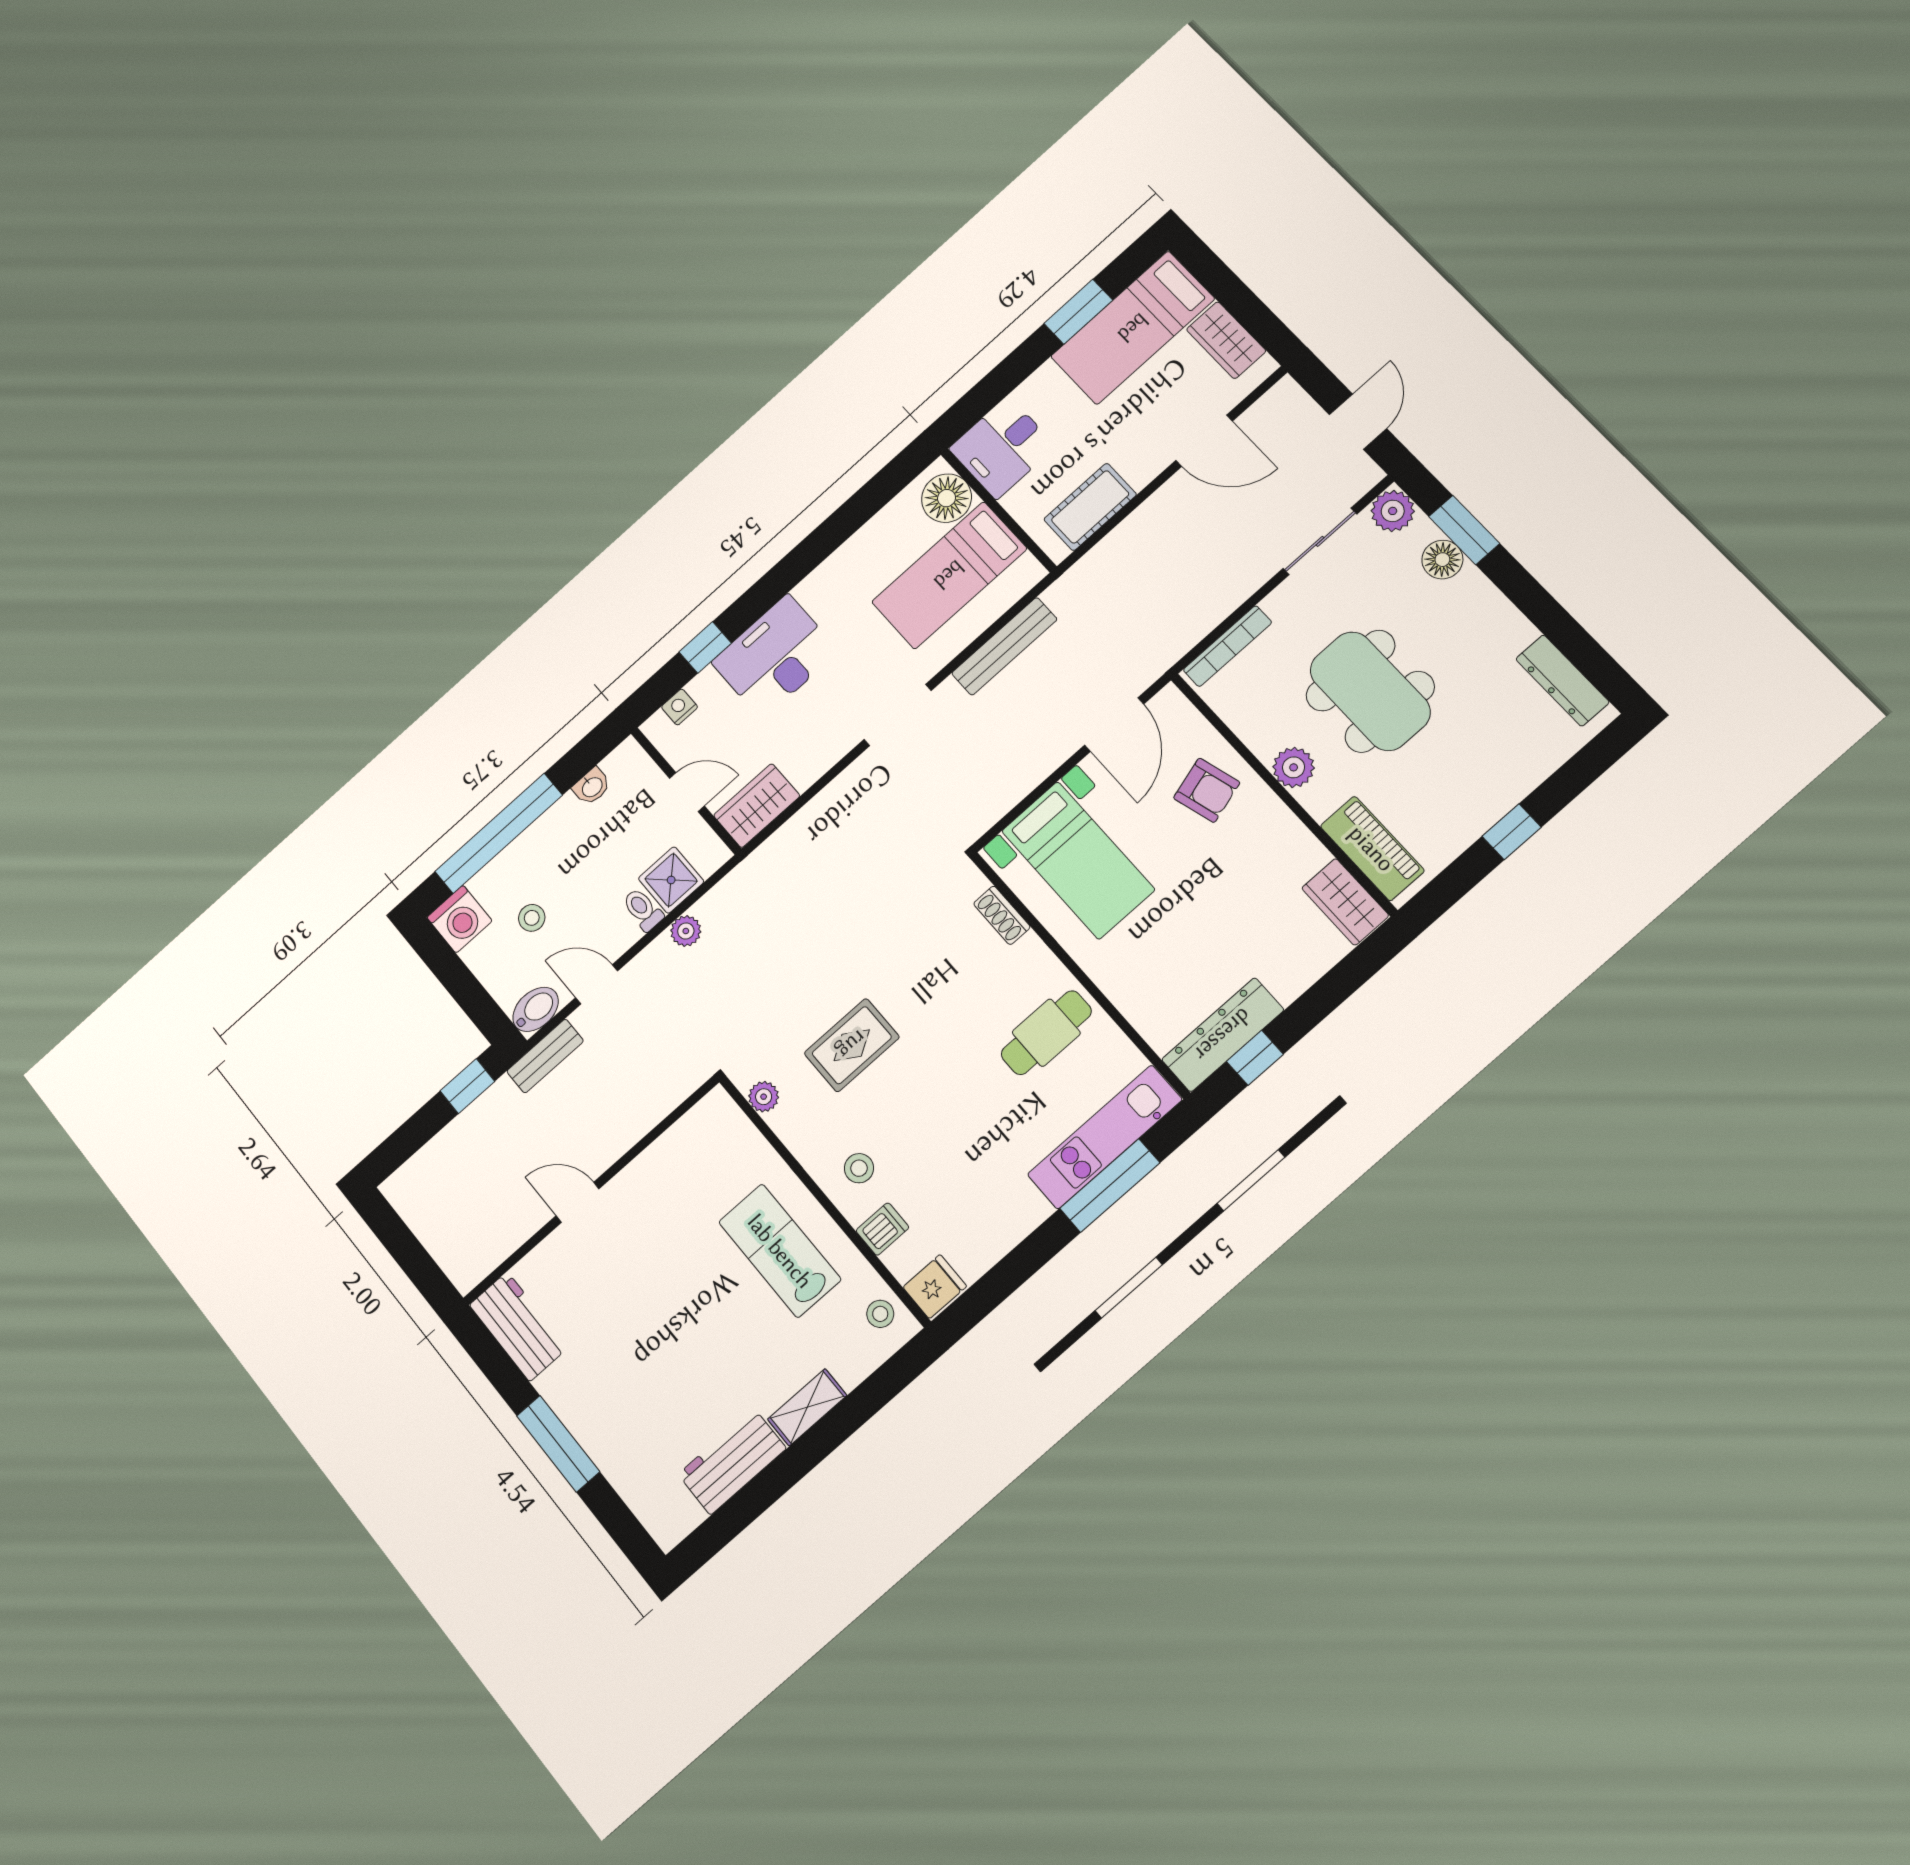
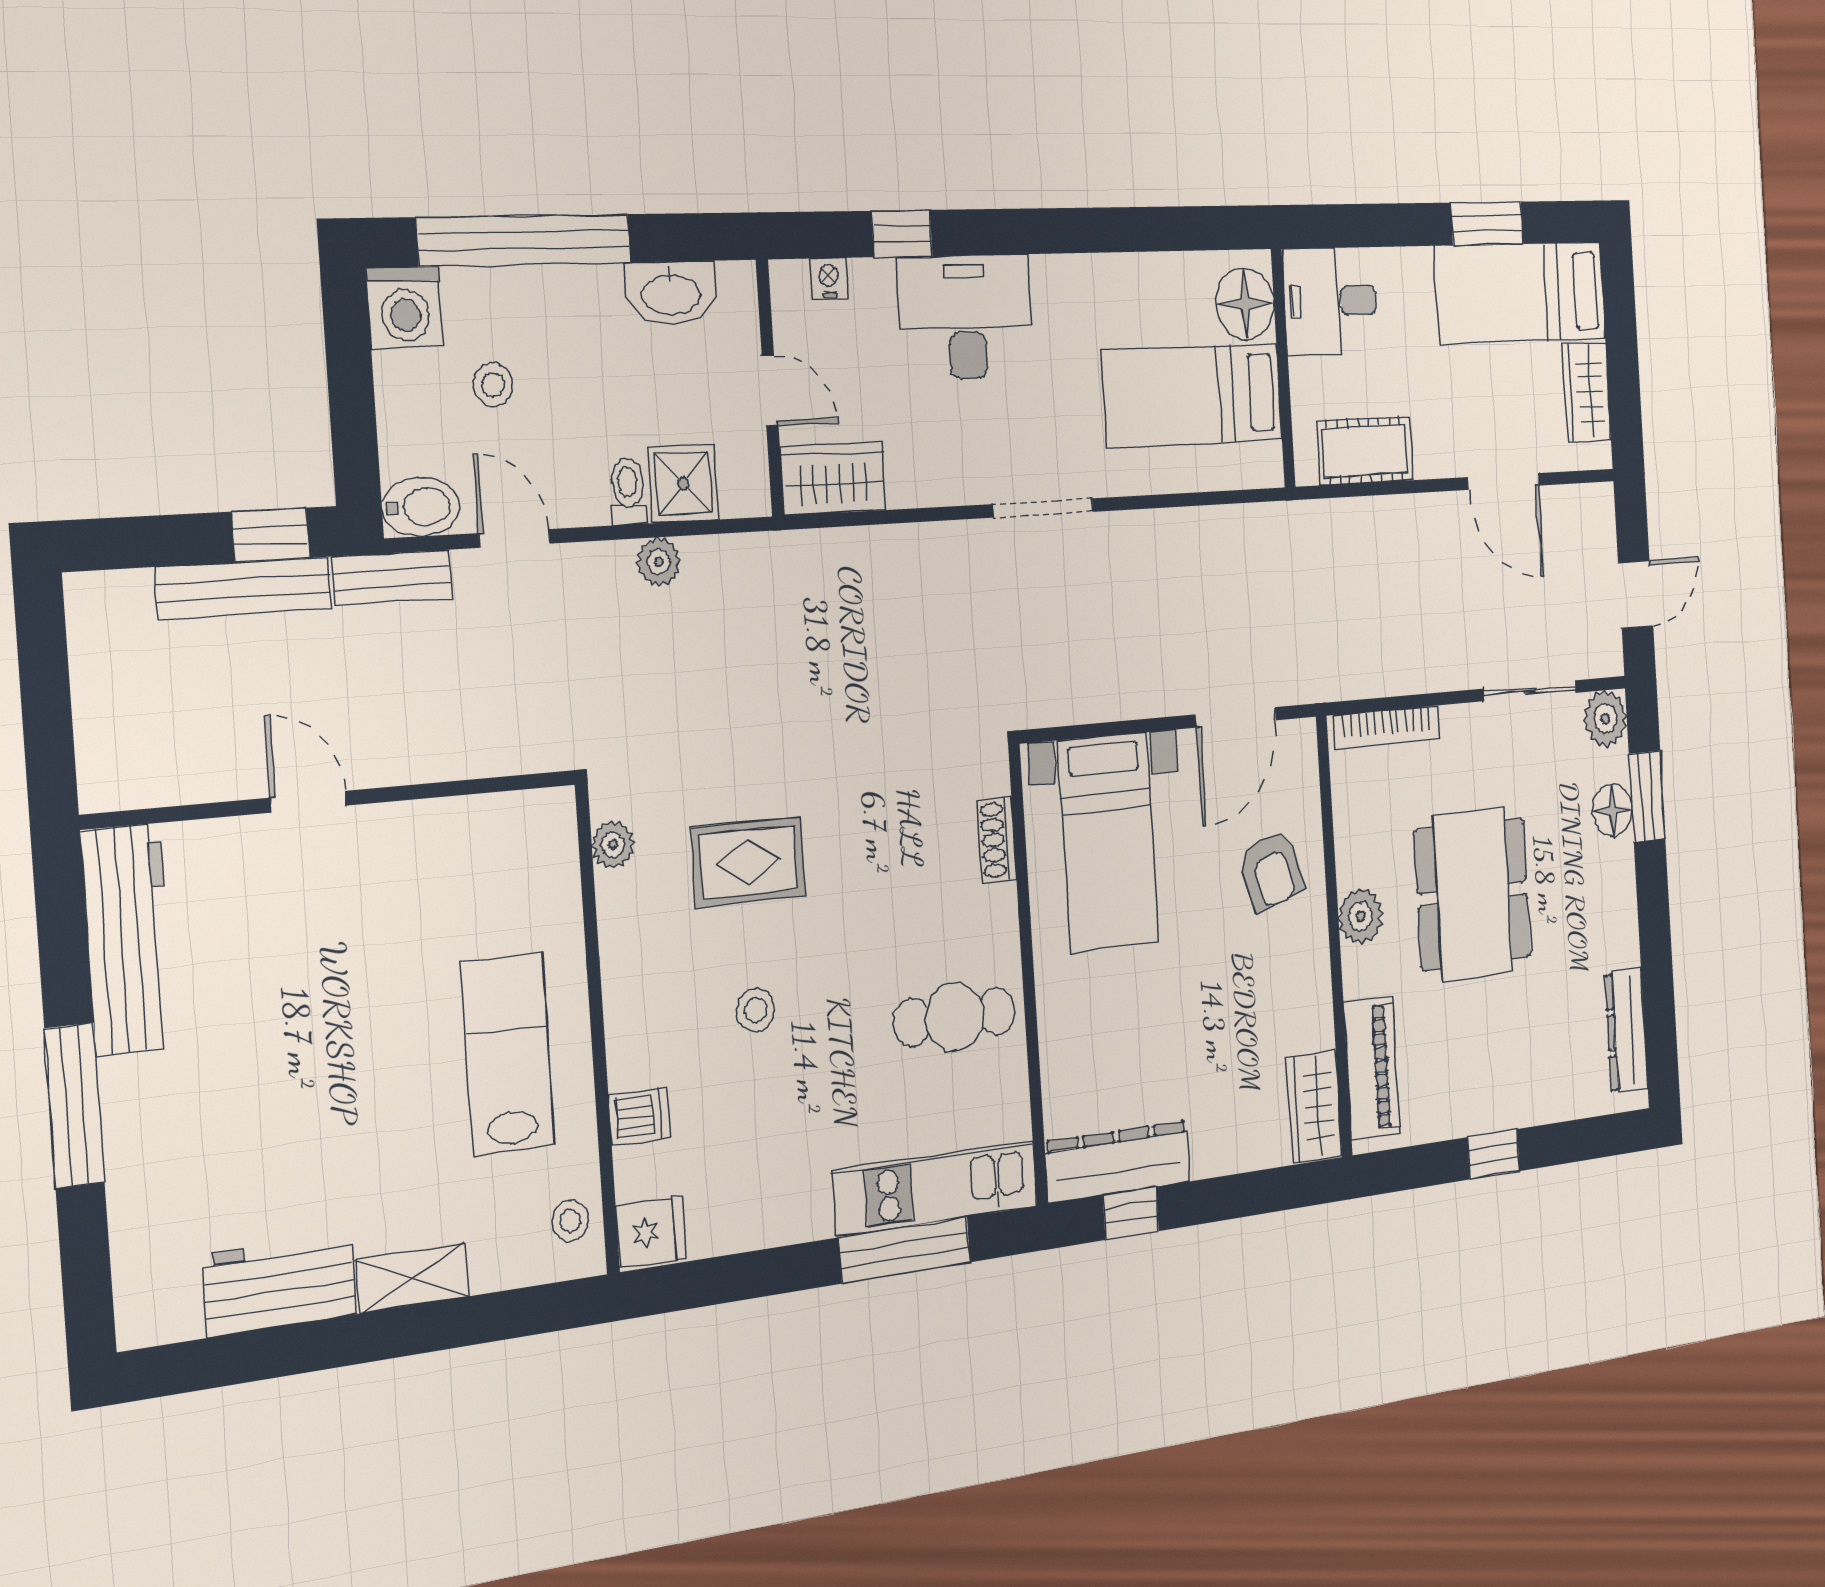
bench: (1004, 646) -> (244, 588), moved
washbasin: (592, 787) -> (671, 293), width x1.91, depth x1.45
stool: (859, 1168) -> (756, 1010), moved
workbench: (518, 1326) -> (128, 939), width x1.38

